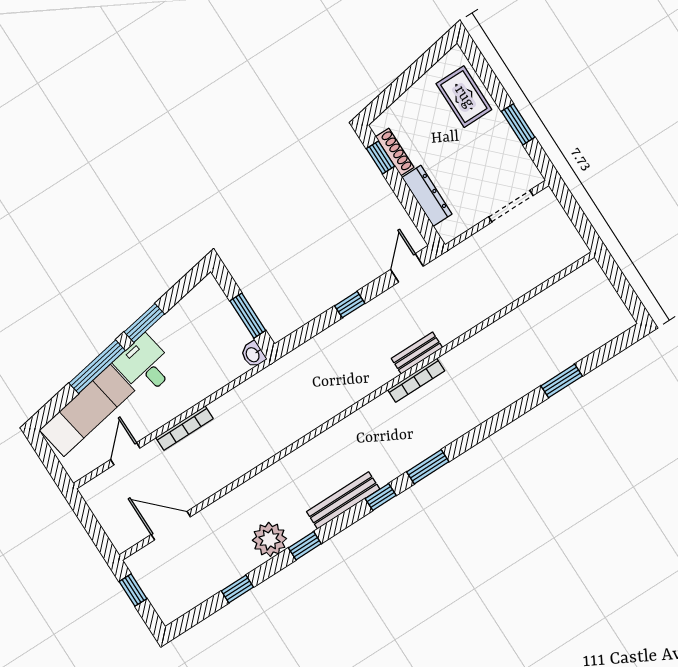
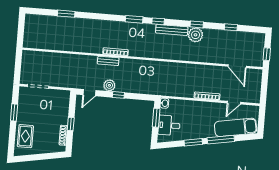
window: (380, 157) -> (71, 124), moved
dresser: (427, 196) -> (64, 112), removed
plant: (380, 310) -> (109, 85), added
desk: (145, 365) -> (169, 125), moved, turned 100
plant: (269, 539) -> (196, 35), moved

